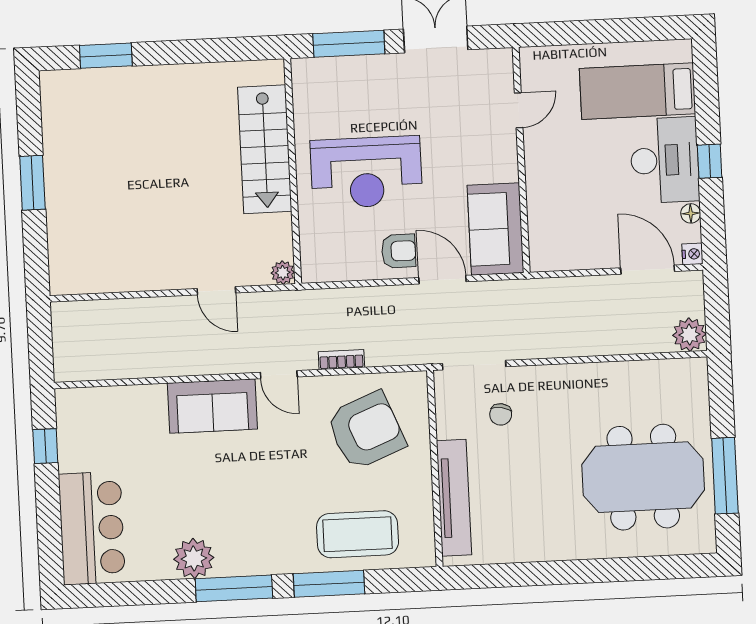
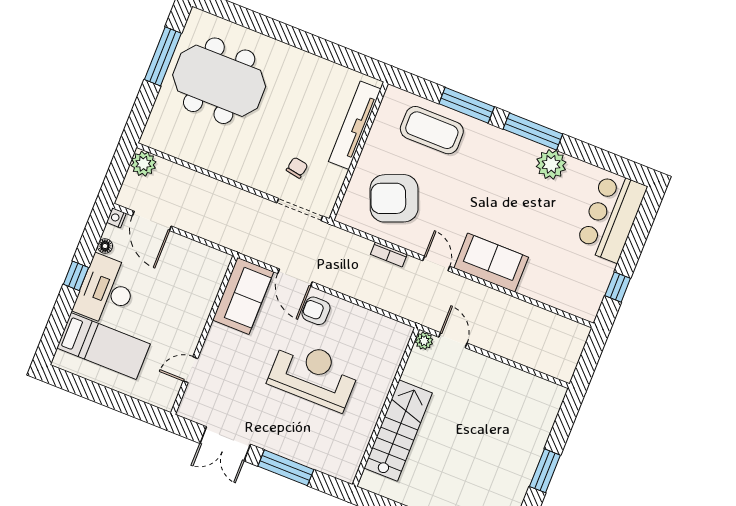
stairs: (265, 149) -> (398, 431), moved
wall: (293, 171) -> (386, 407), moved
plant: (283, 273) -> (424, 341), moved

